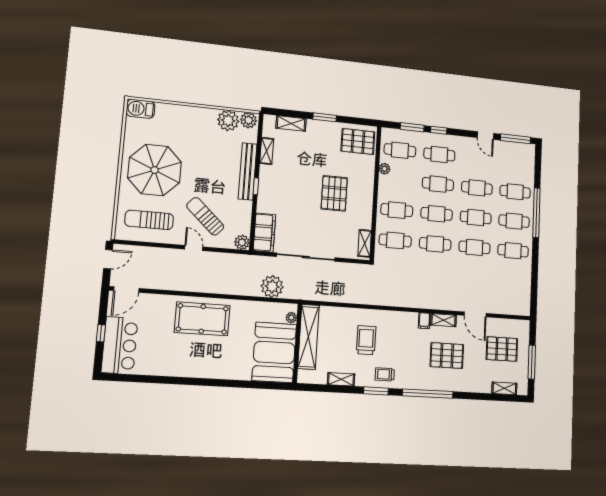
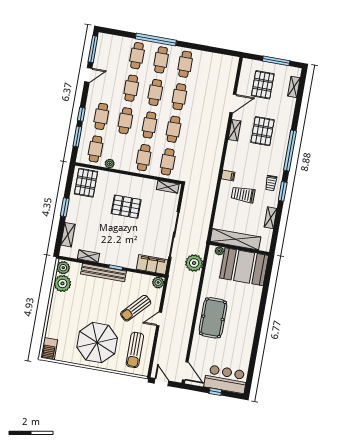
filing cabinet: (424, 321) -> (228, 175), moved

